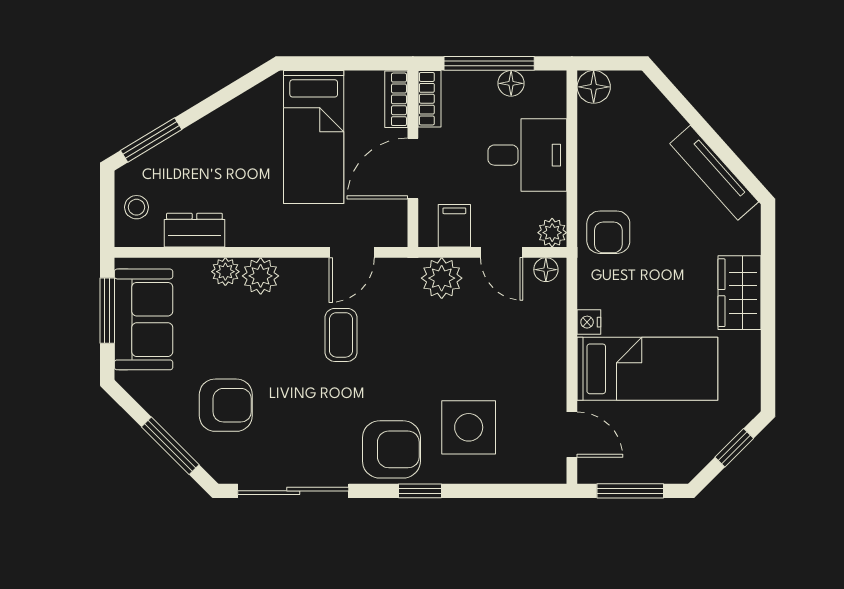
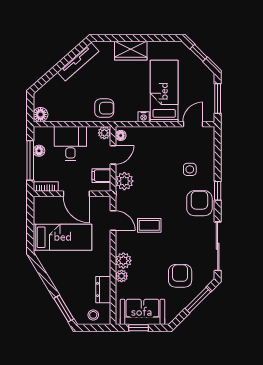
bookcase: (396, 99) -> (46, 201), removed
window: (107, 311) -> (139, 328), width x0.67
side table: (469, 427) -> (190, 169), width x0.54, depth x0.54

